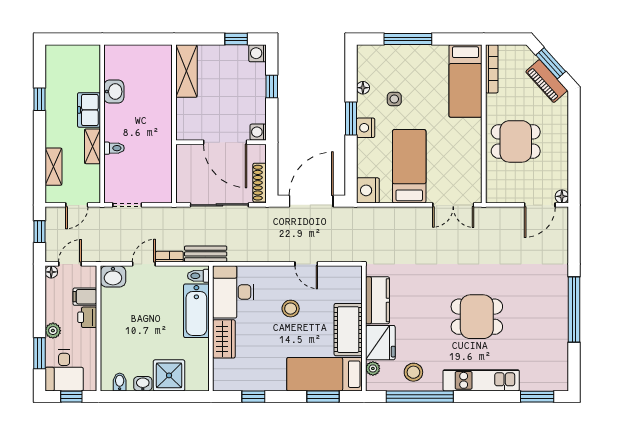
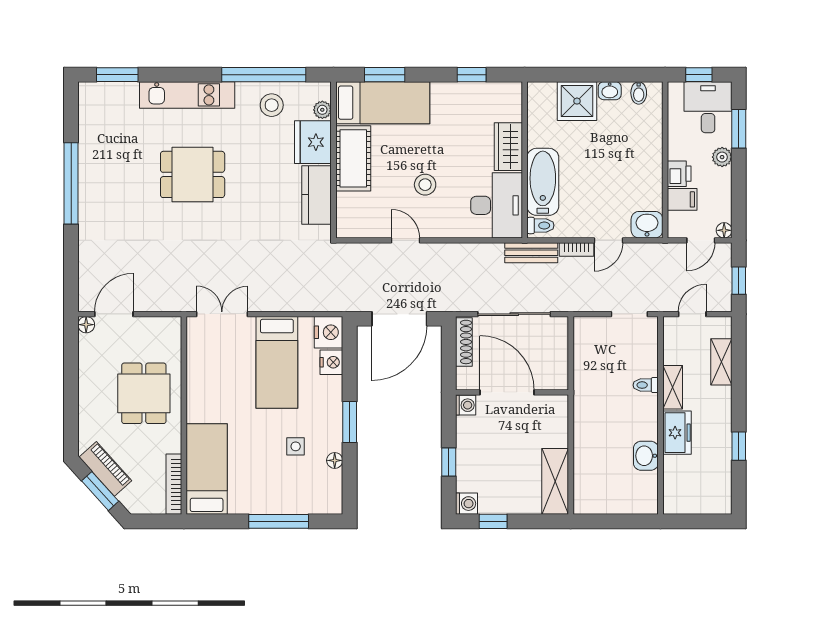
nightstand: (366, 128) -> (331, 362), moved
dining table: (516, 141) -> (144, 393), turned 90

